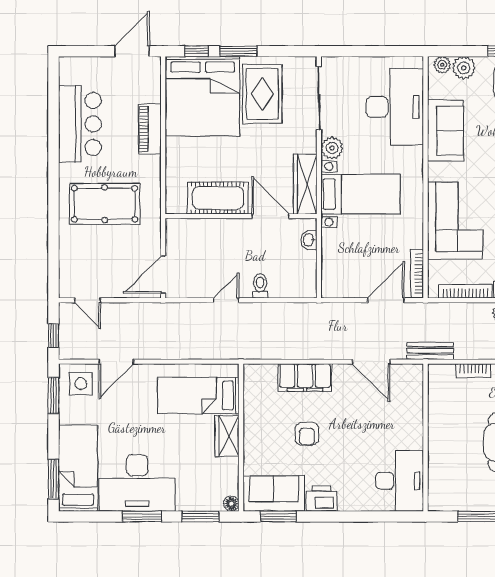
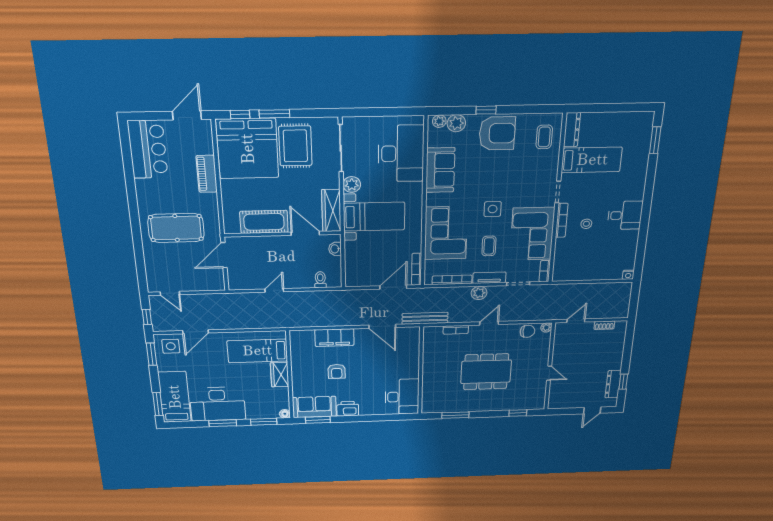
bar counter: (80, 124) -> (148, 149), moved
door: (163, 275) -> (224, 255), moved
toilet: (260, 286) -> (320, 280), moved
bench: (430, 351) -> (425, 318), width x1.36

